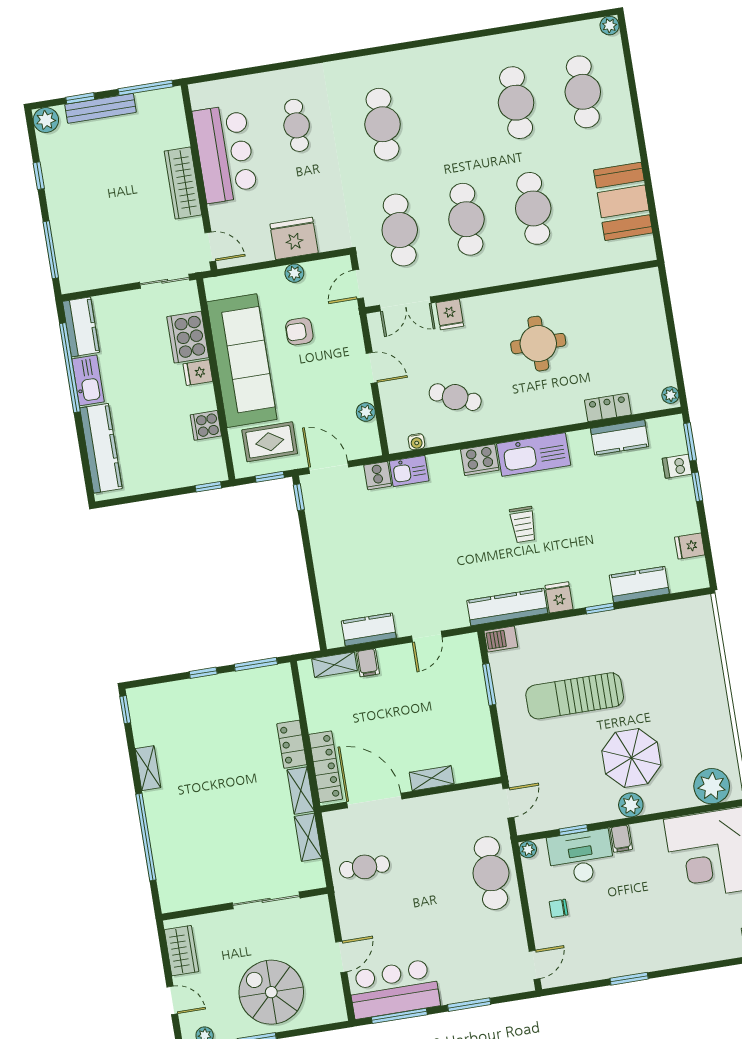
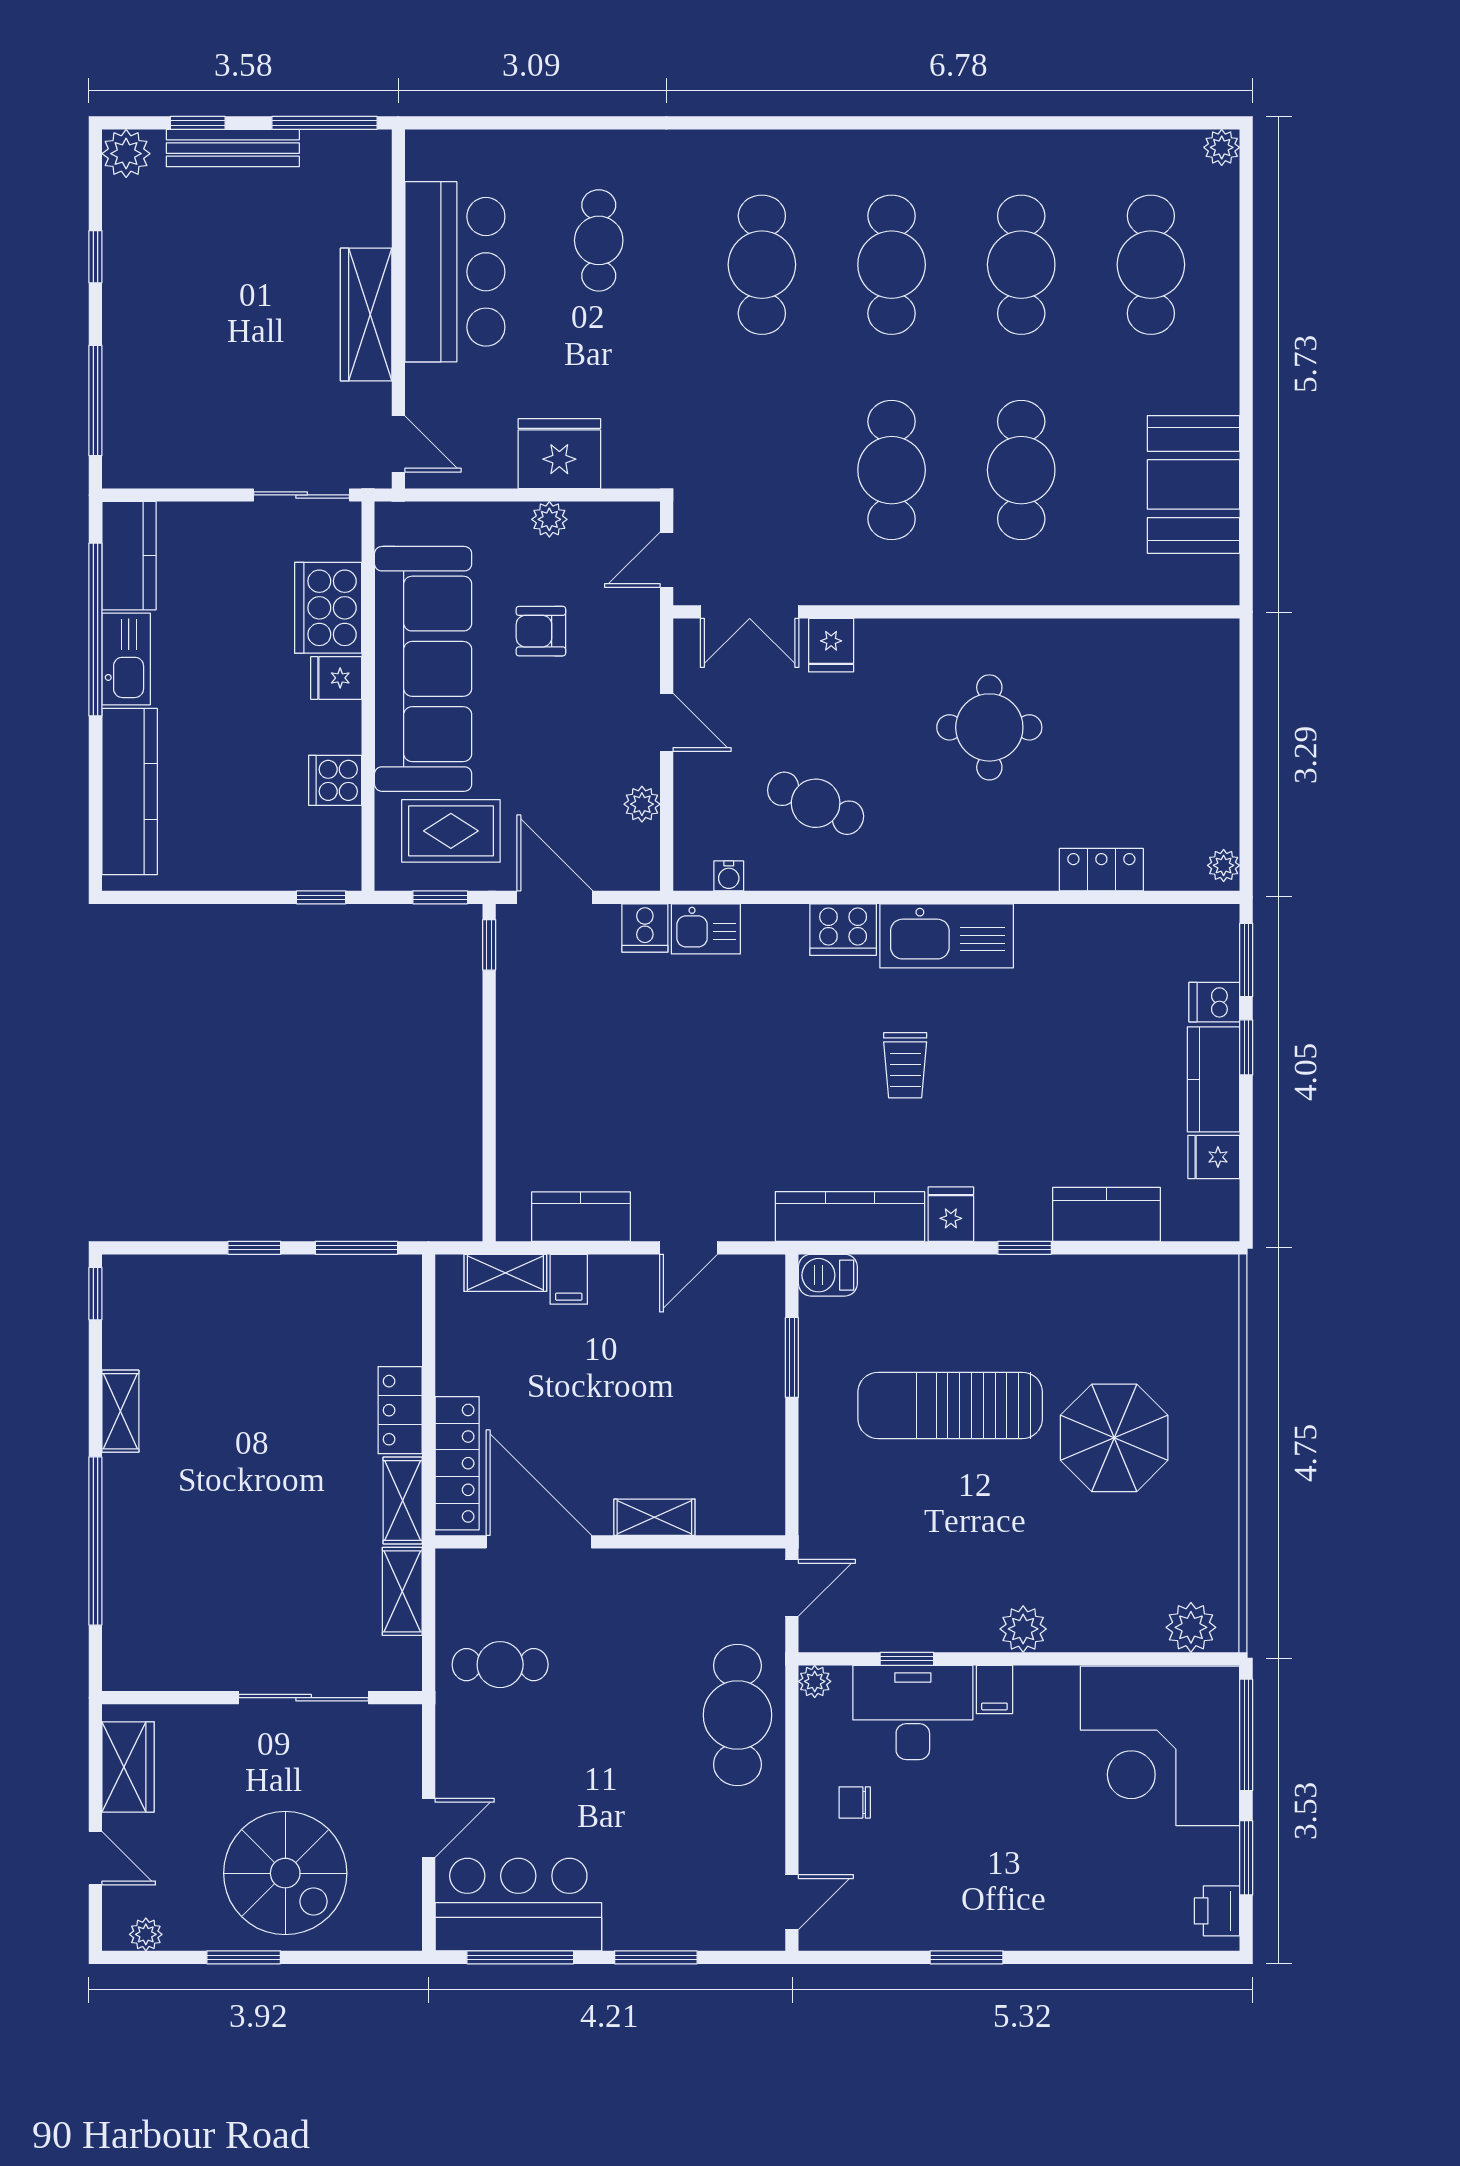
cafe table: (400, 230) -> (892, 265), moved
kitchen counter: (620, 437) -> (1213, 1079), moved, turned 90
parasol: (631, 758) -> (1114, 1438), moved
plant: (712, 786) -> (1191, 1627), width x0.73, depth x0.73
spiral stairs: (271, 992) -> (285, 1873), turned 180

